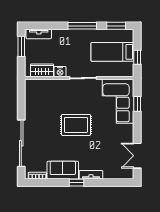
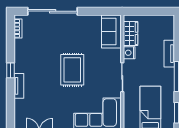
tv unit: (39, 34) -> (169, 54), moved
window: (21, 46) -> (156, 11), removed
sofa: (63, 170) -> (111, 32), moved, turned 180

